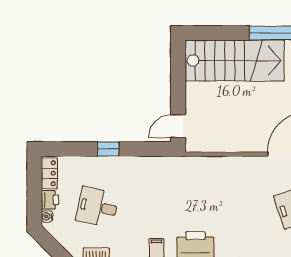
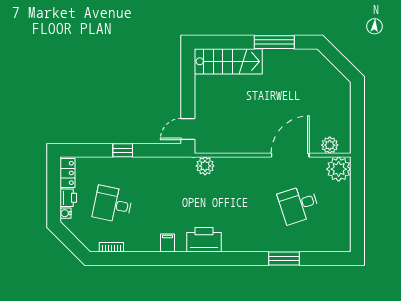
stairs: (235, 61) -> (228, 61), width x0.73, depth x0.66
plant: (197, 166) -> (205, 166), added

